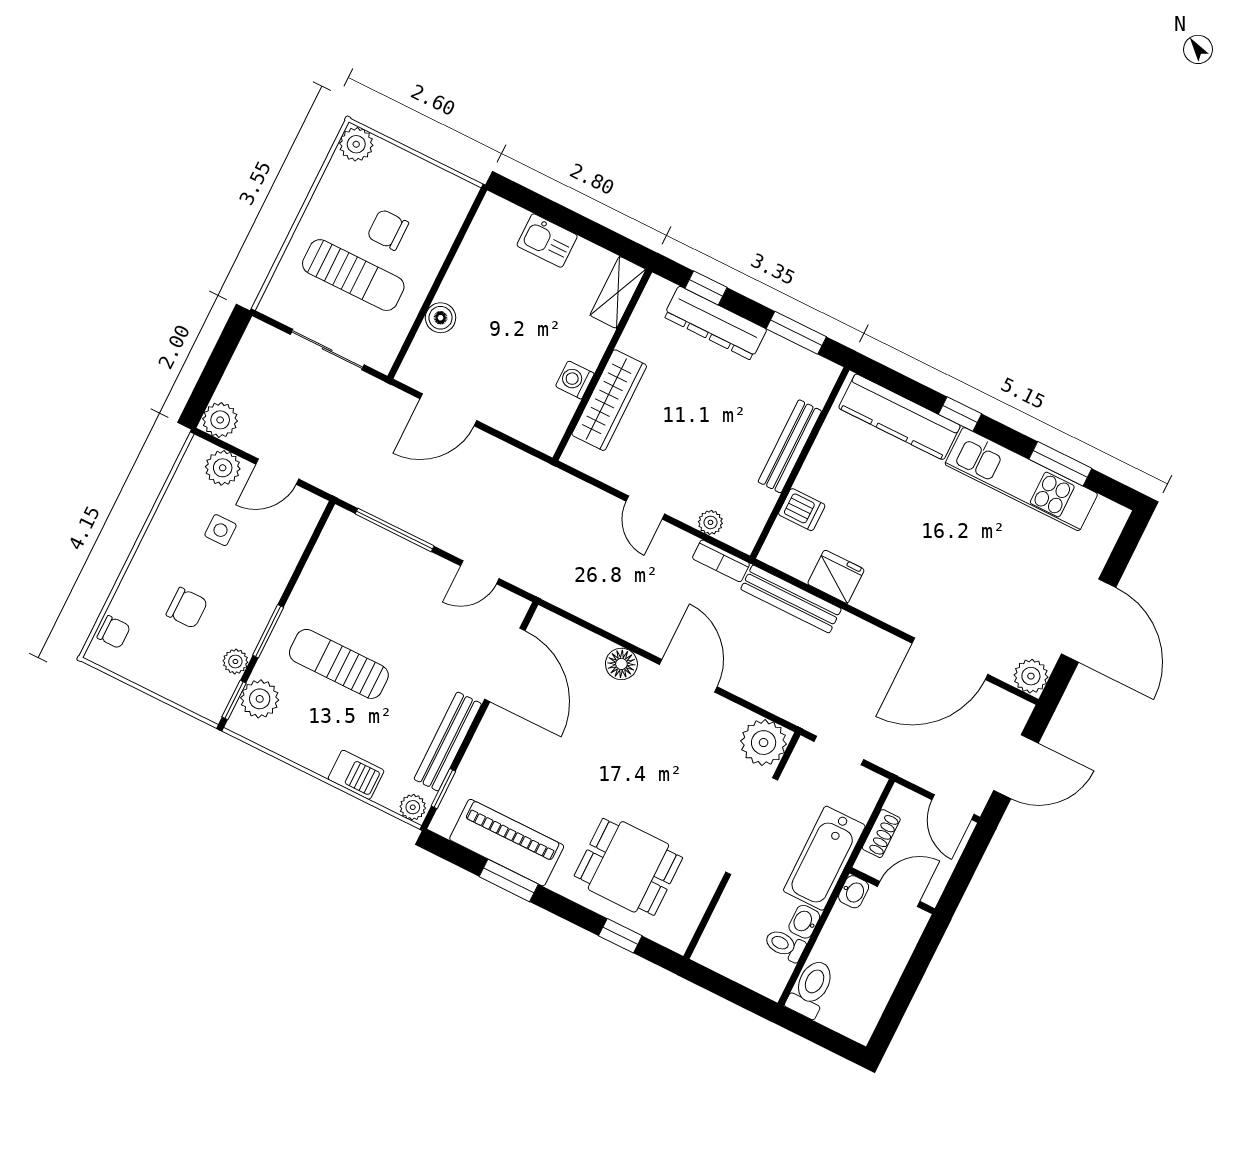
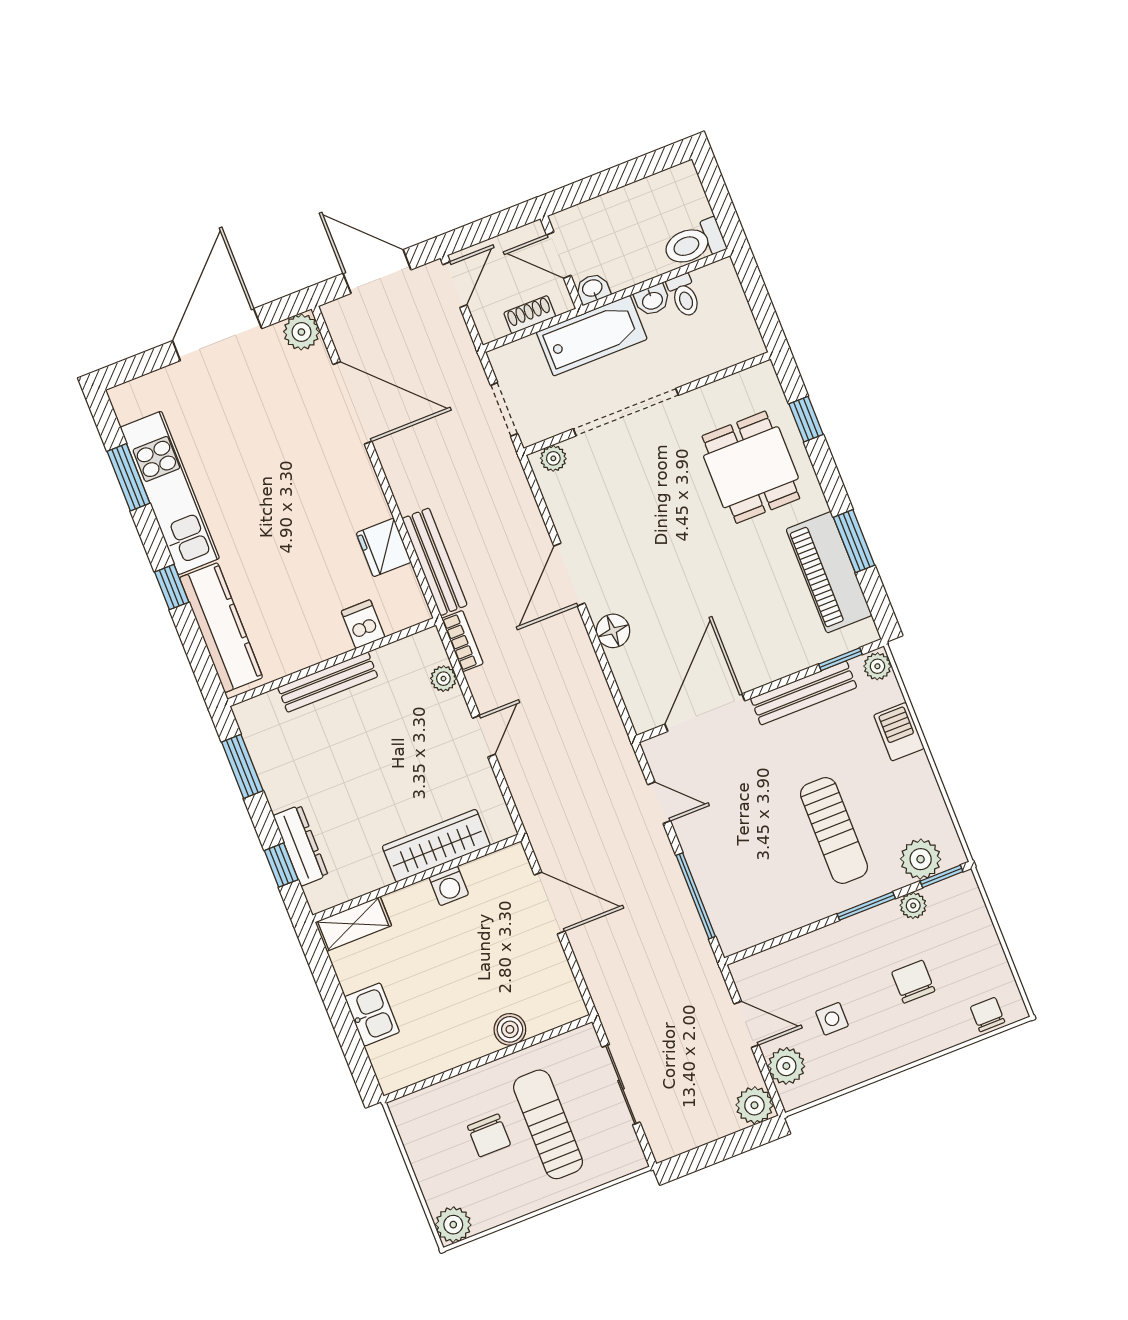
dresser: (715, 323) -> (301, 845), width x0.73, depth x0.80
door: (448, 410) -> (550, 903), moved
plant: (764, 743) -> (553, 458), width x0.53, depth x0.53

